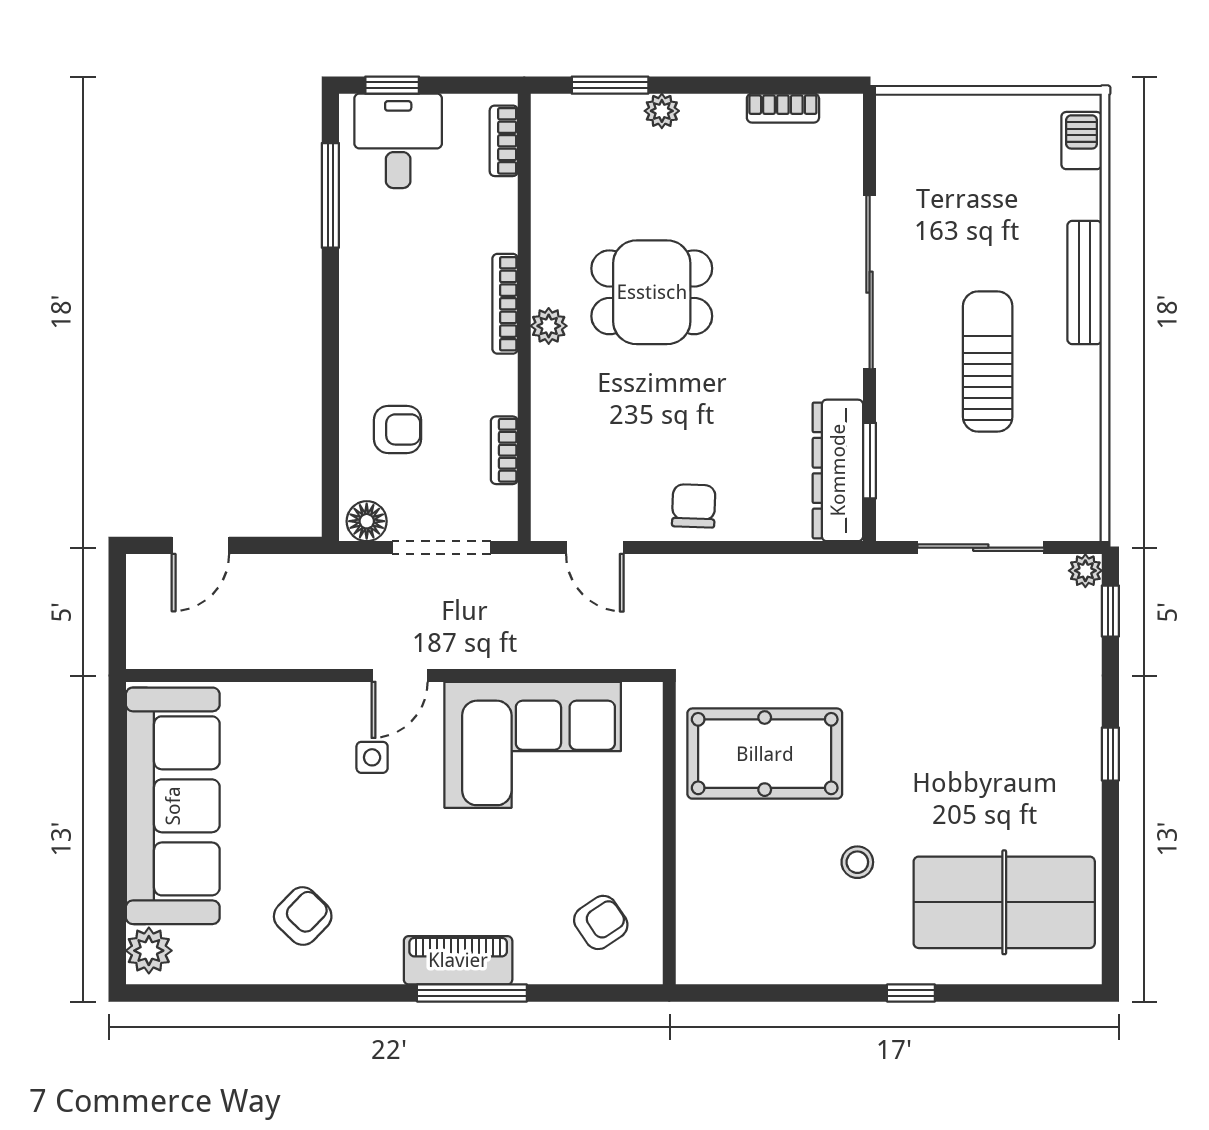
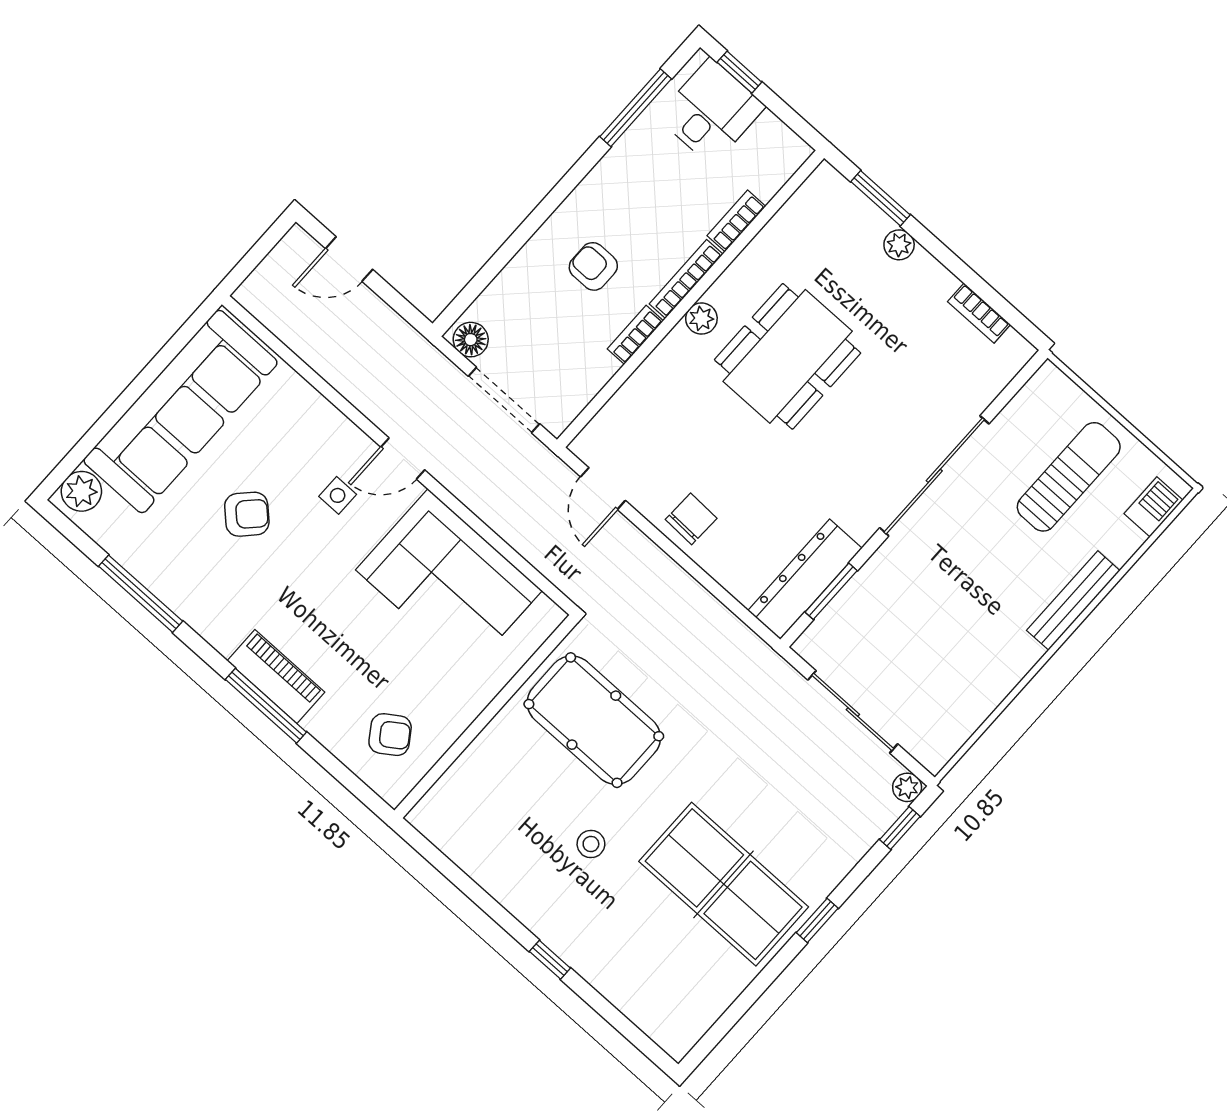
bookcase: (504, 141) -> (736, 221), moved
dining table: (652, 292) -> (788, 356), width x1.38
sun lounger: (988, 361) -> (1069, 477), moved
armchair: (398, 429) -> (593, 266), moved, turned 180
bookcase: (504, 450) -> (635, 335), moved
table tennis table: (1004, 902) -> (724, 884), moved
armchair: (303, 916) -> (247, 514), moved
window: (278, 993) -> (141, 594), added

